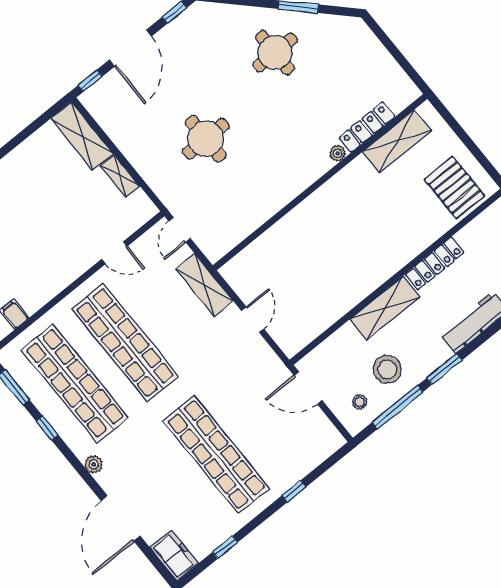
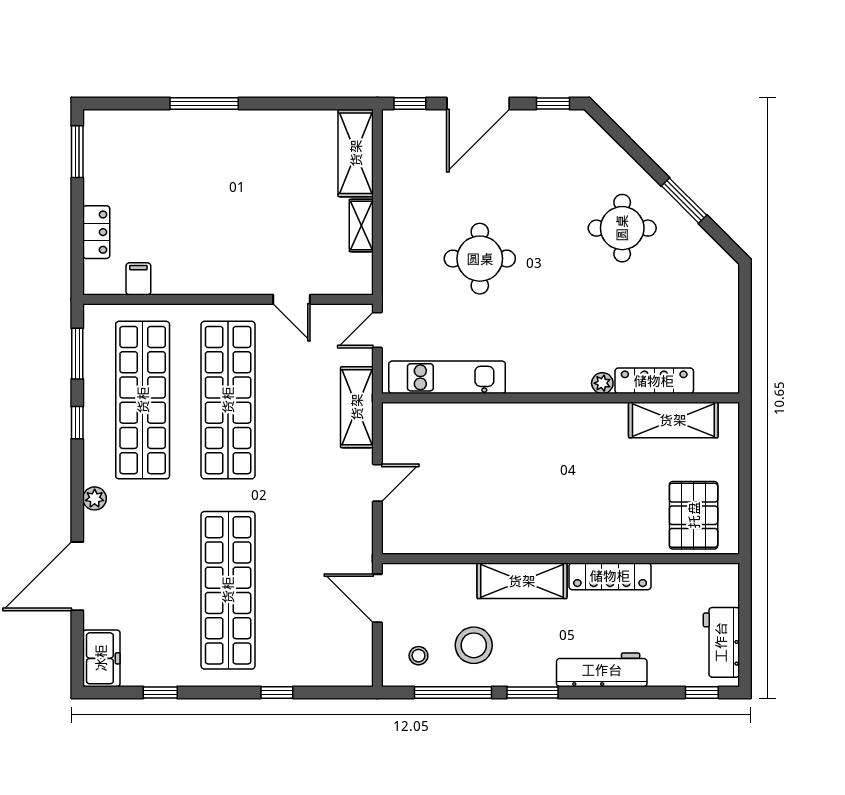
kitchen unit: (243, 224) -> (447, 377), added

